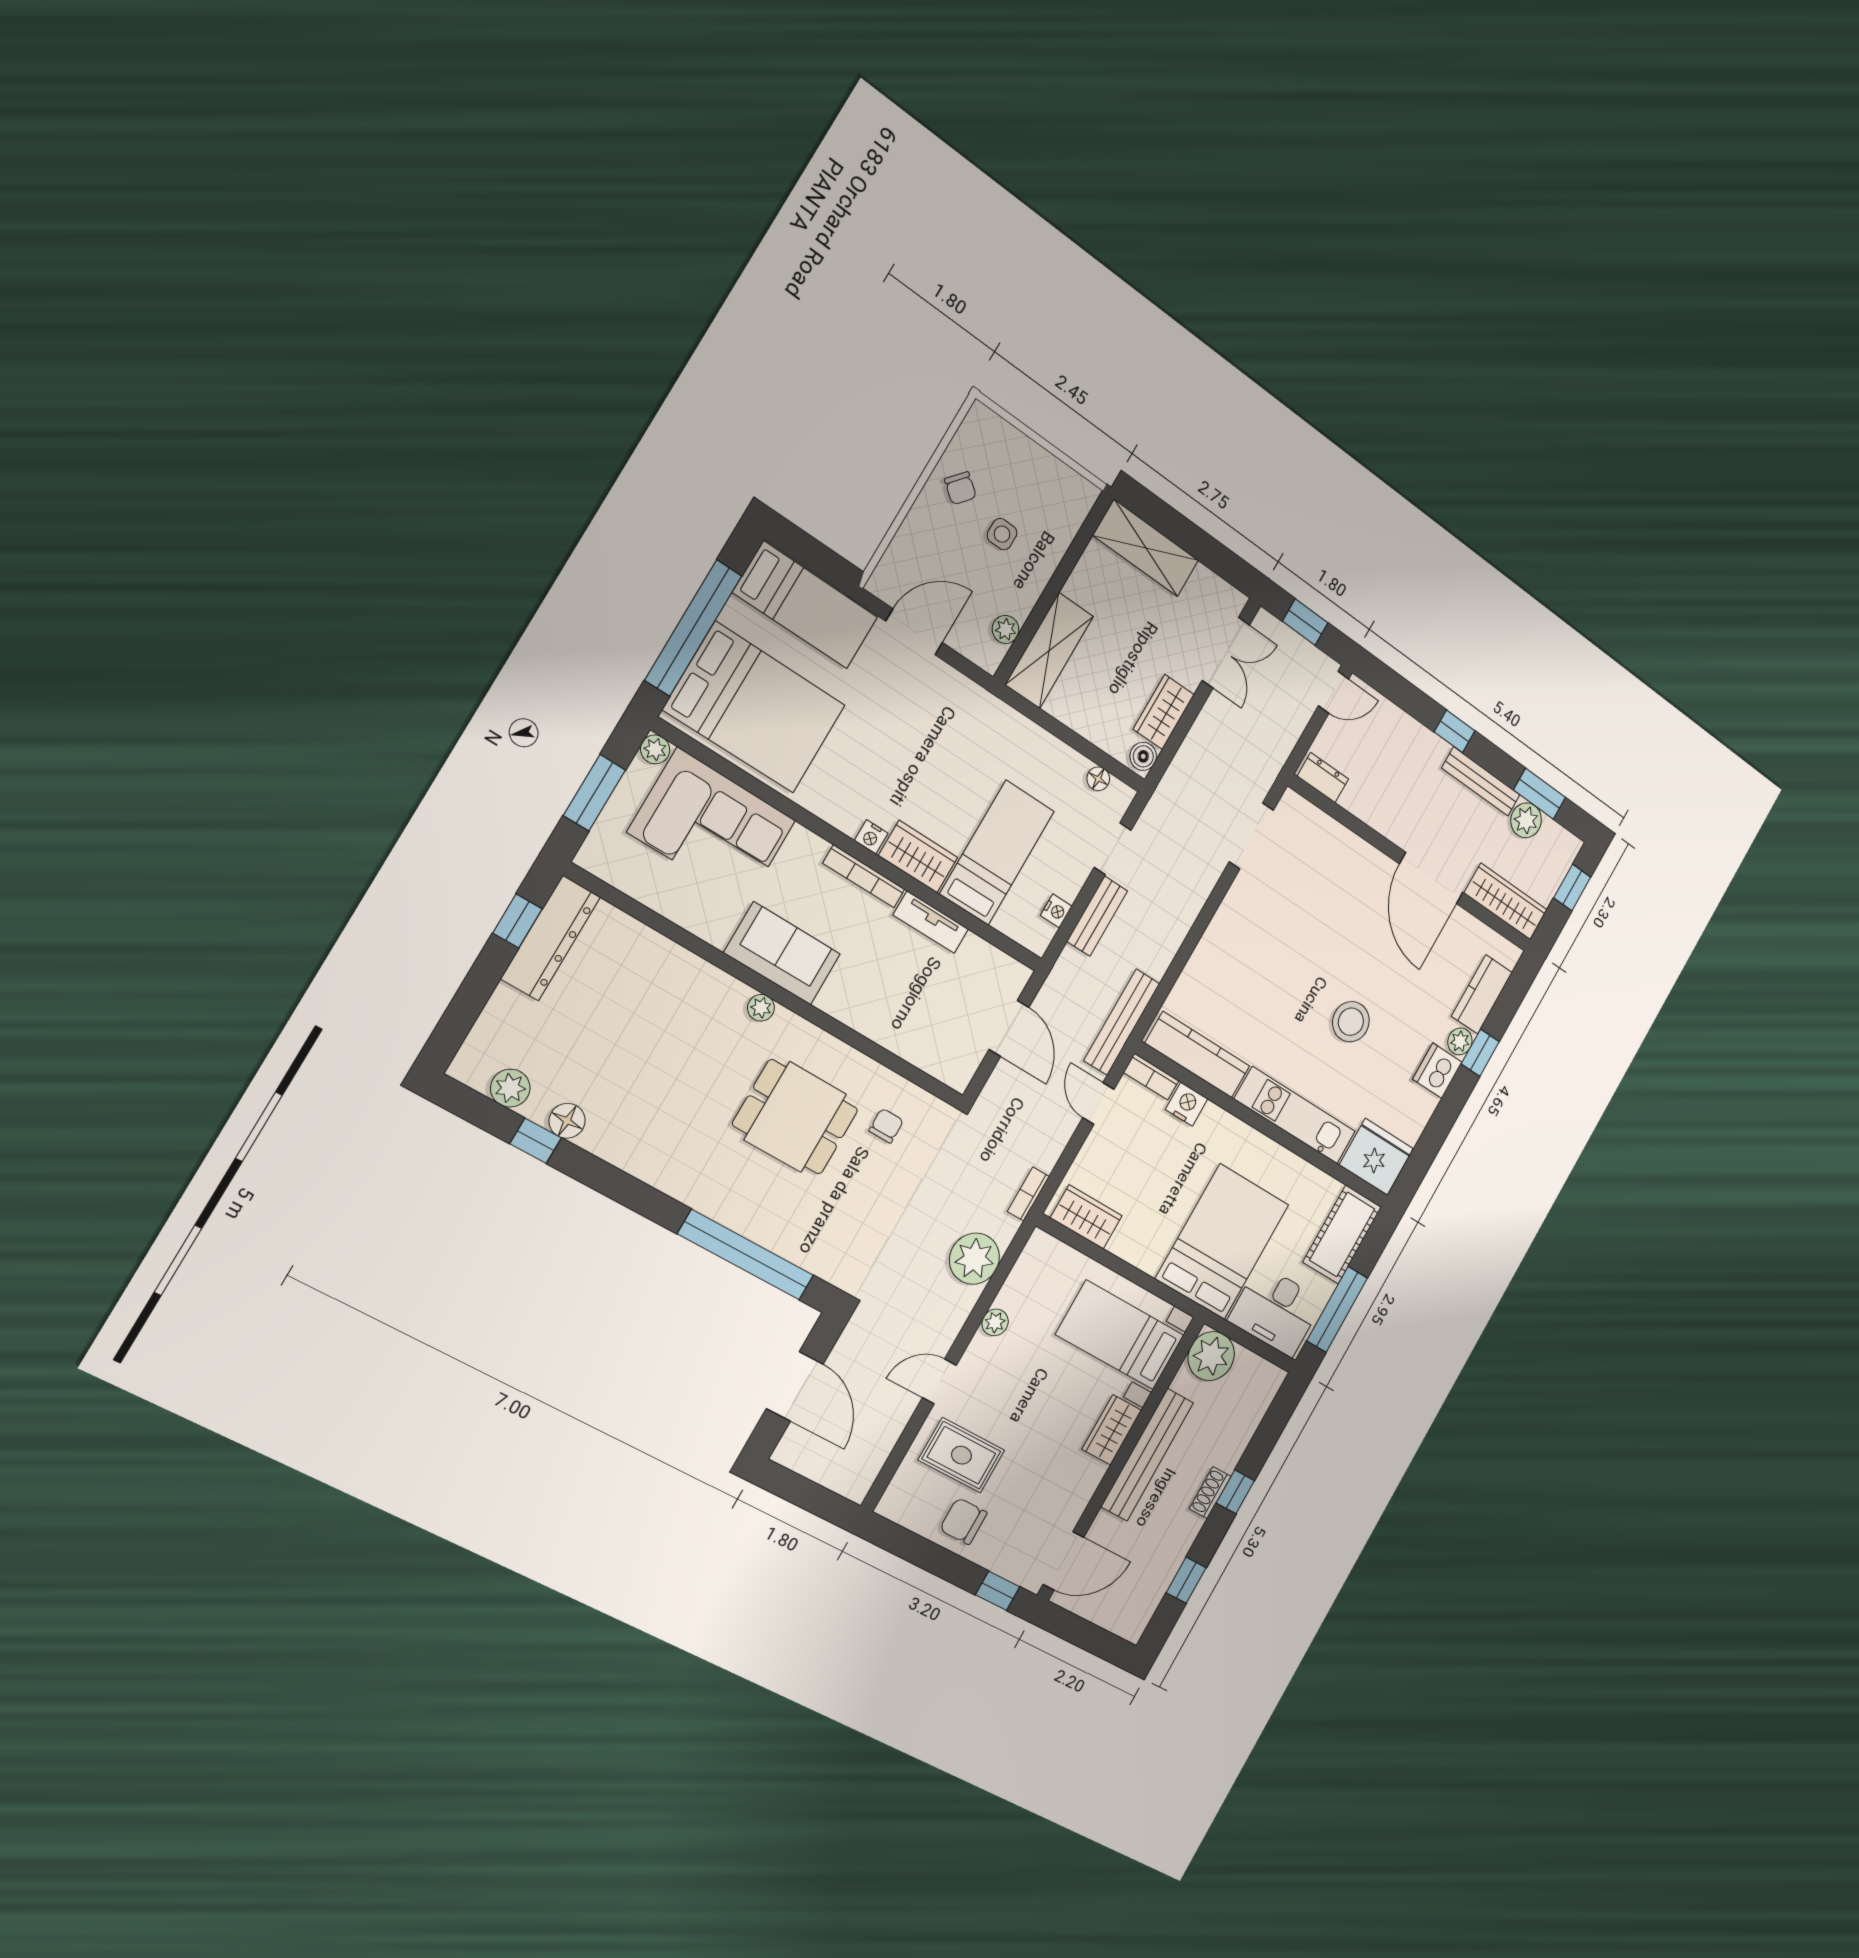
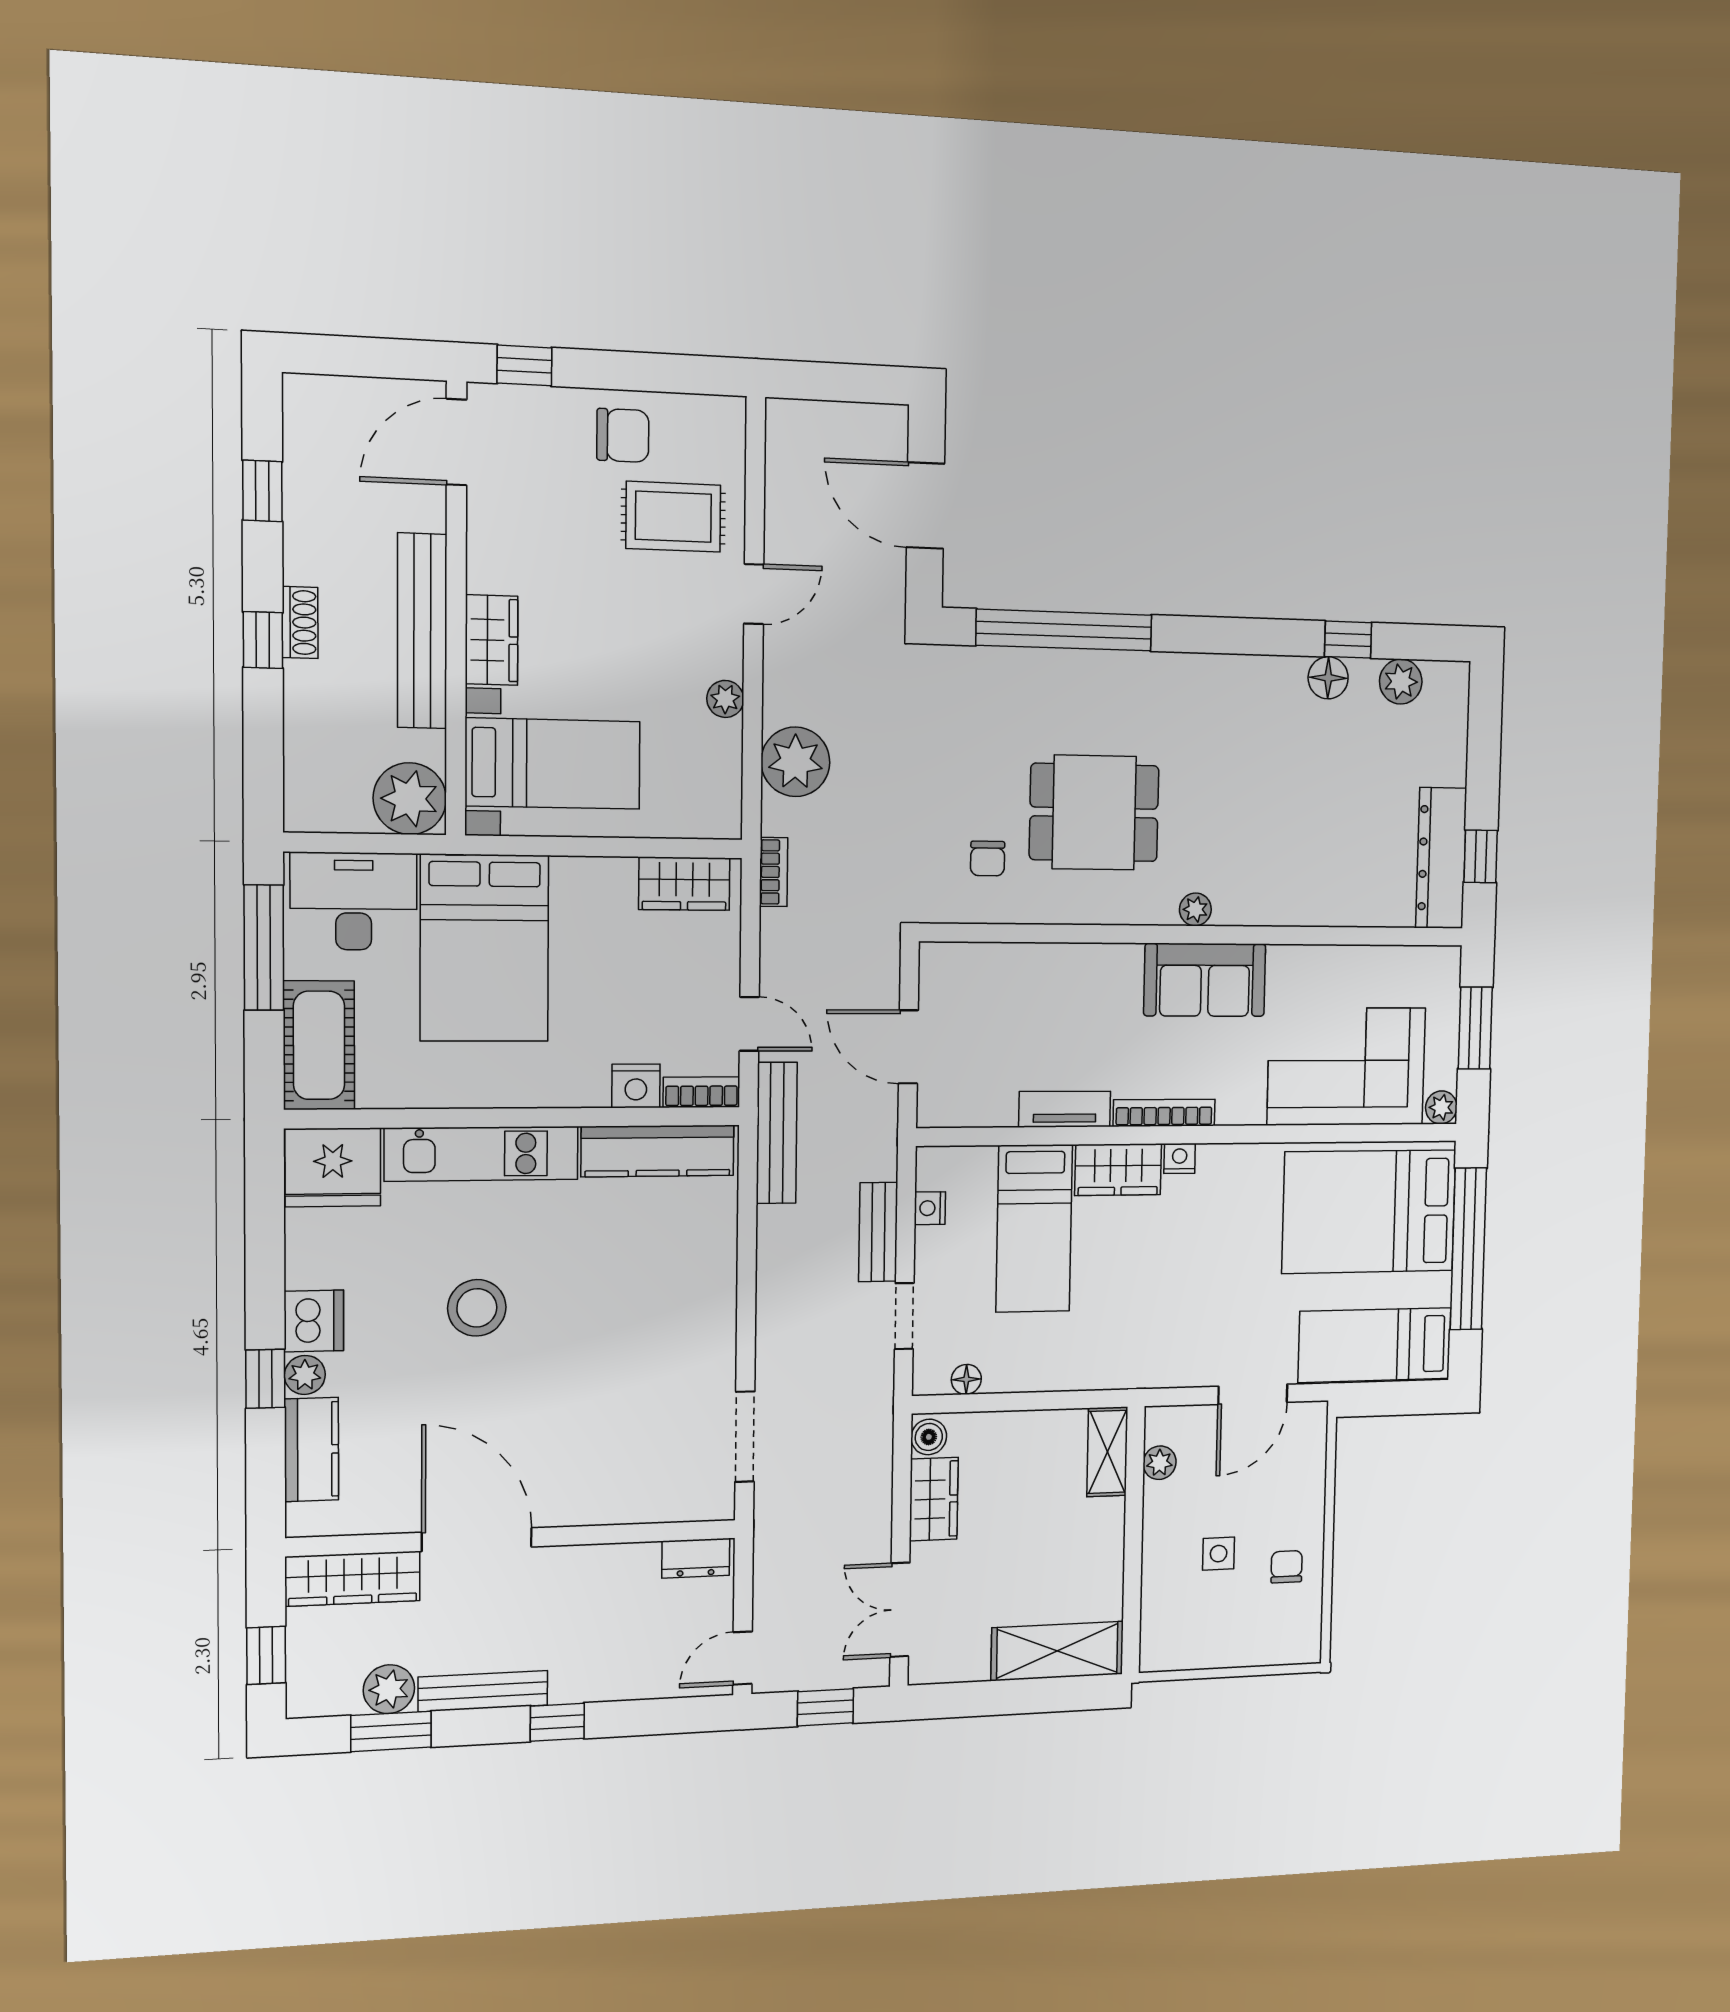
chair: (960, 488) -> (1287, 1567), turned 51
shelving: (1049, 650) -> (1107, 1452), width x0.67, depth x0.75

